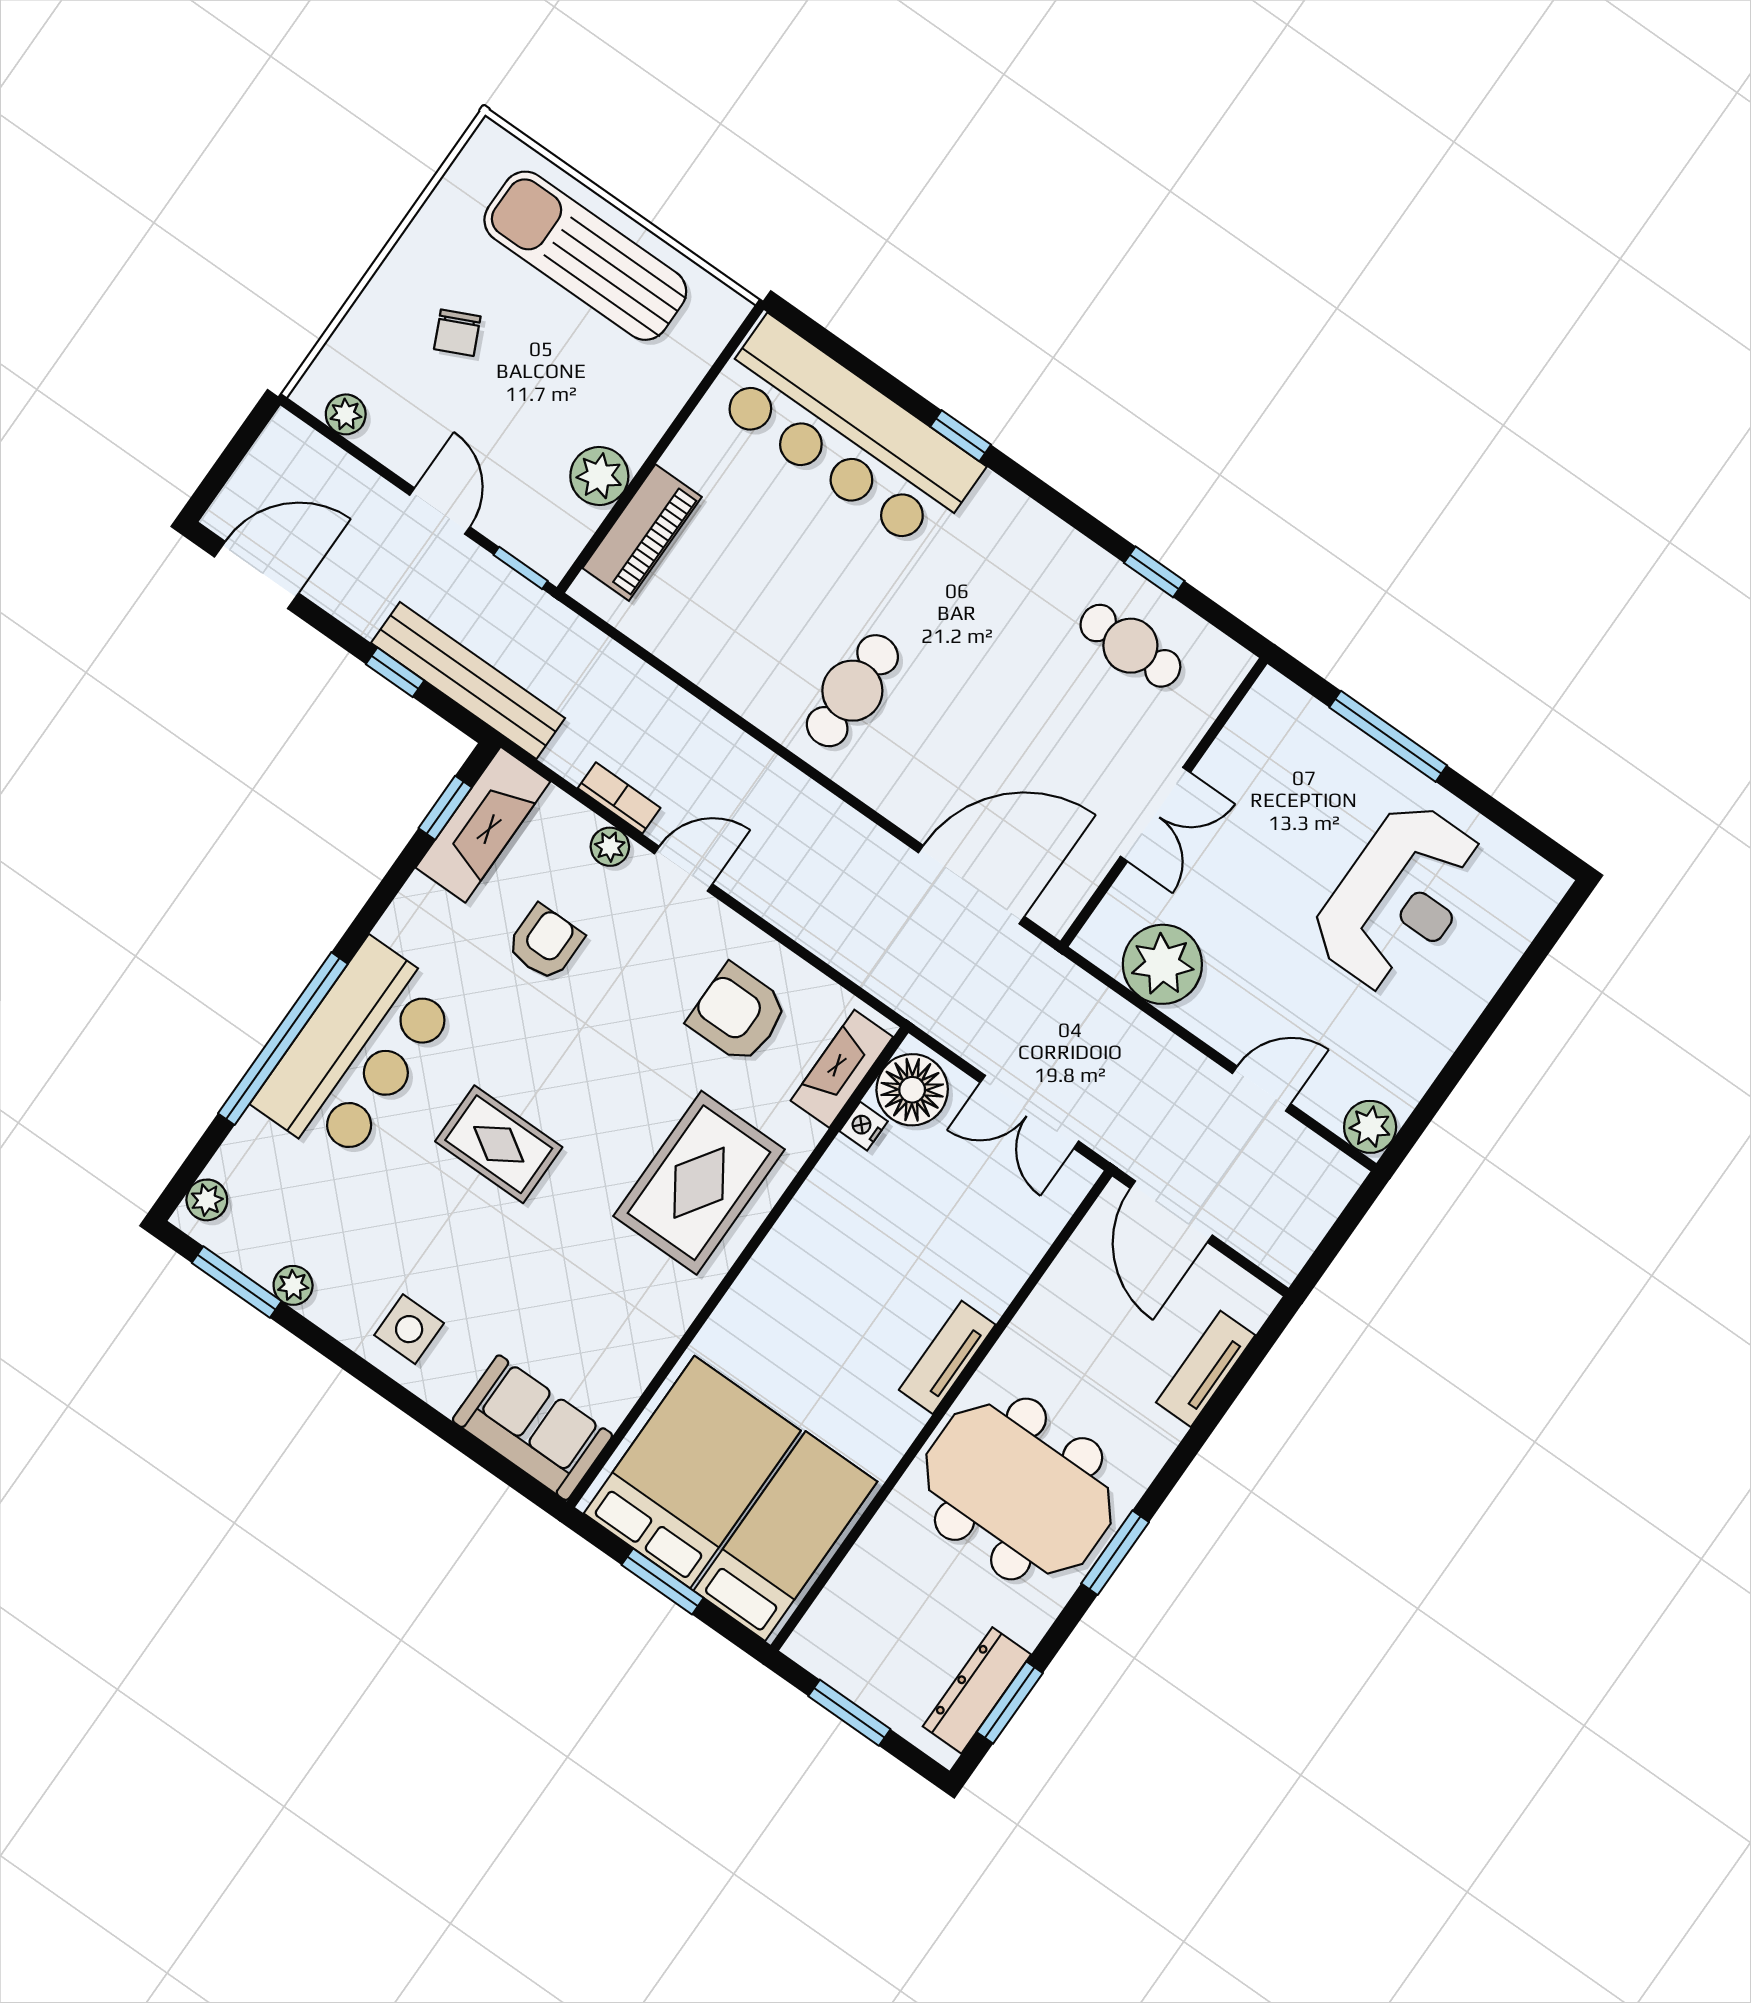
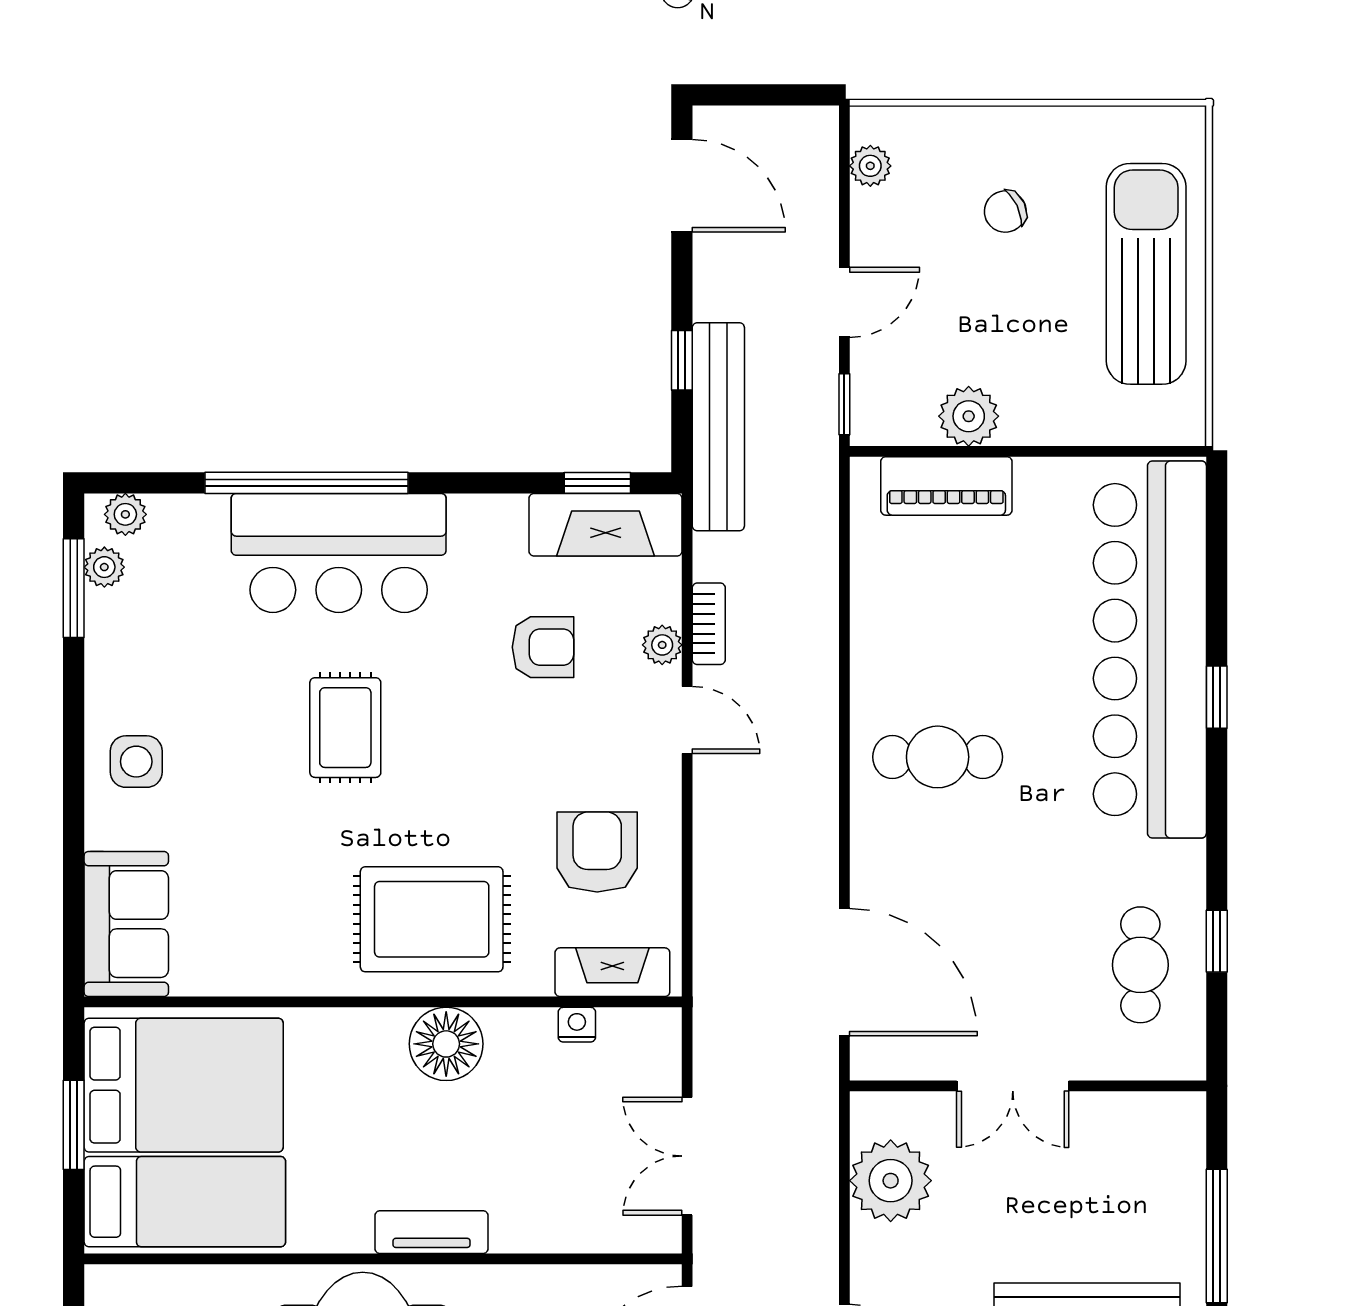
bar counter: (846, 434) -> (1150, 650), width x1.36
floor lamp: (912, 1090) -> (446, 1044), moved
plant: (293, 1285) -> (104, 567), moved

